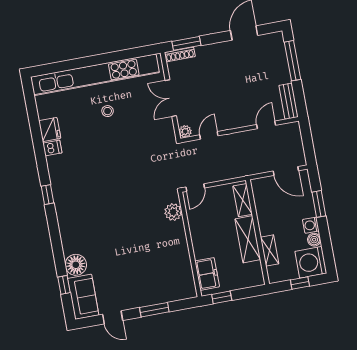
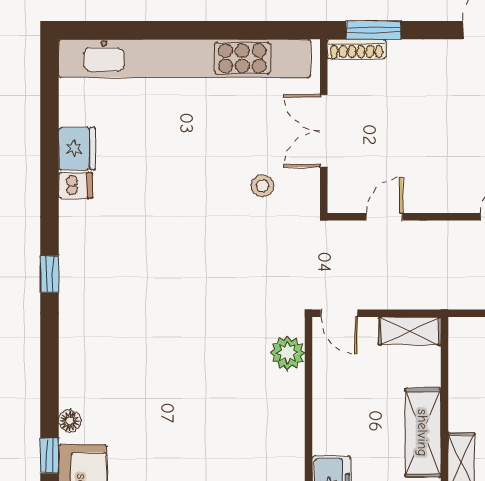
stool: (108, 111) -> (262, 186), moved
plant: (185, 131) -> (340, 201), removed
door: (195, 188) -> (339, 313), hinge flipped
shelving: (243, 200) -> (410, 331), moved, turned 90
floor lamp: (76, 265) -> (70, 421), width x0.53, depth x0.53

